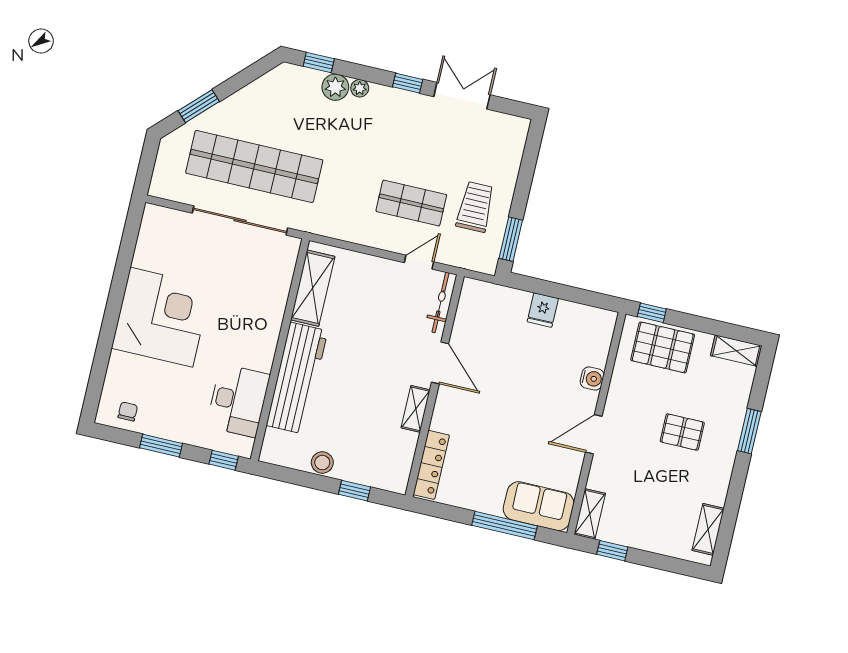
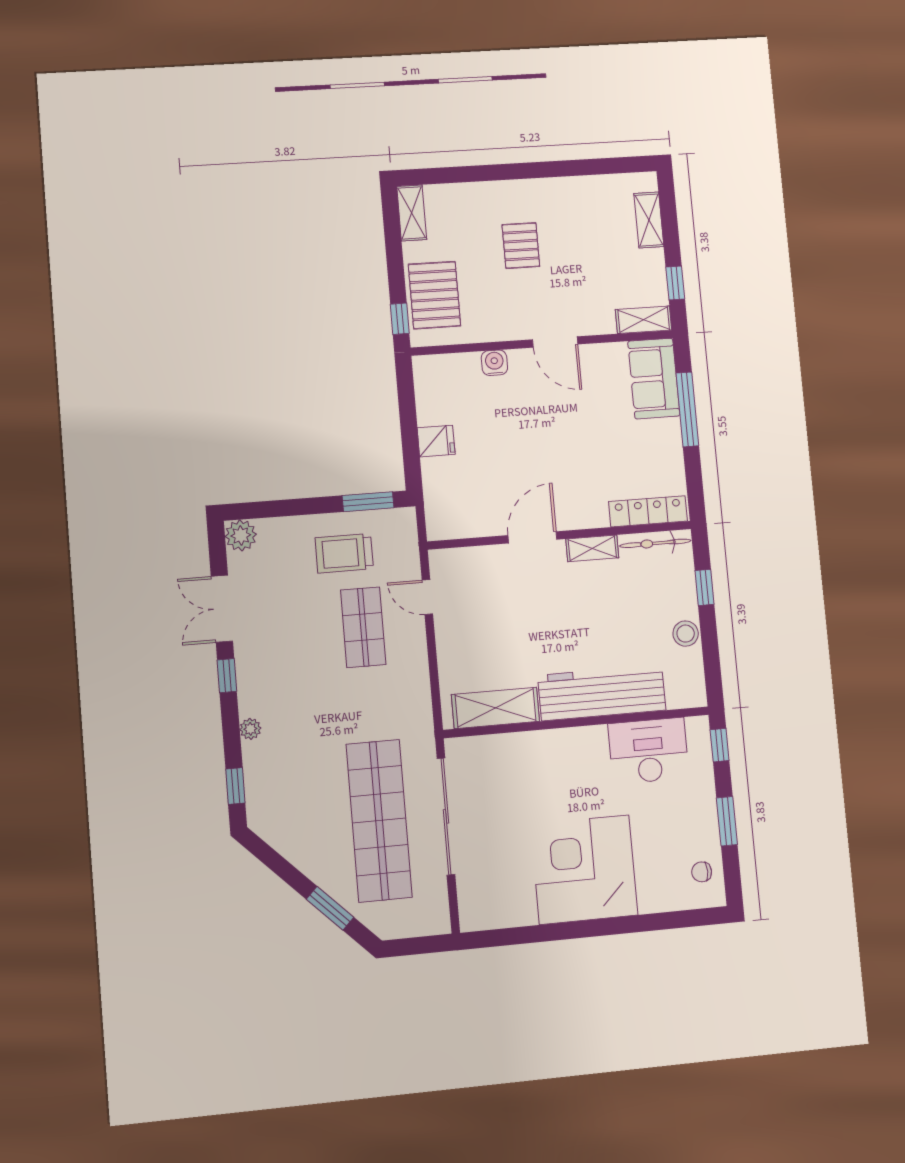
plant: (335, 87) -> (241, 535), moved
bicycle: (440, 302) -> (655, 543), moved
window: (749, 431) -> (496, 172), removed
shelving: (708, 529) -> (649, 220), moved, turned 90

